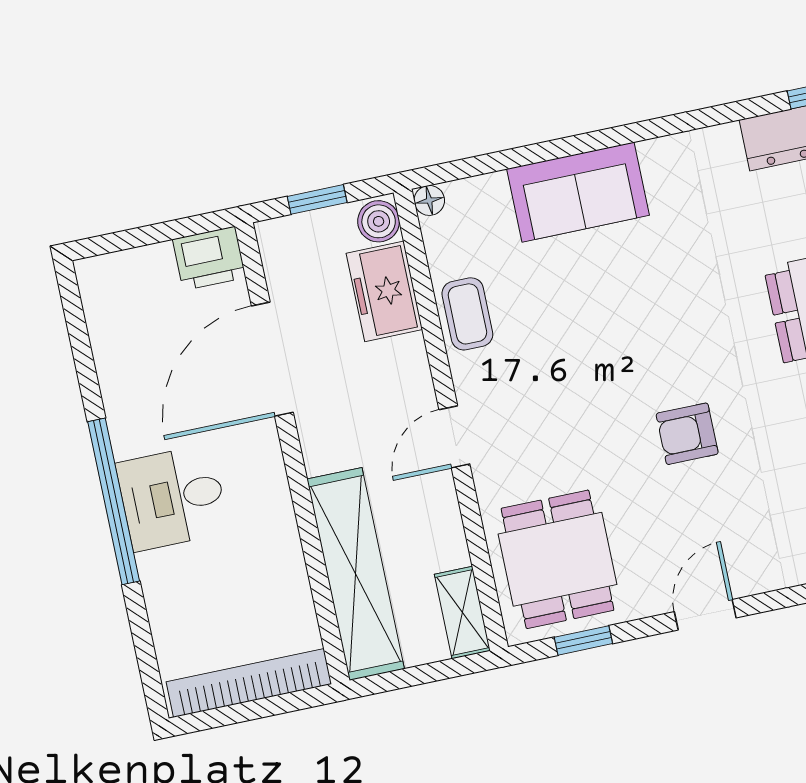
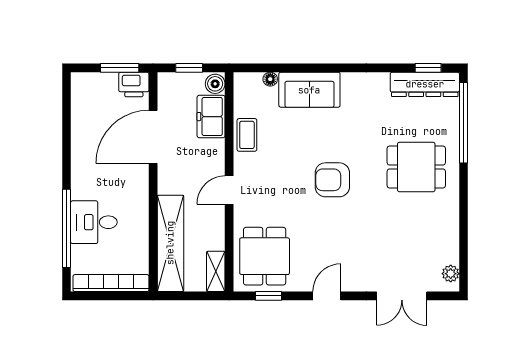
floor lamp: (429, 200) -> (270, 79), moved
window: (172, 230) -> (120, 68), added
armchair: (687, 434) -> (332, 180), moved, width x1.38, depth x1.38
desk: (173, 498) -> (94, 222), moved
window: (114, 501) -> (66, 228), moved

